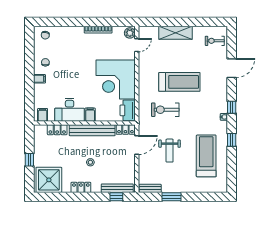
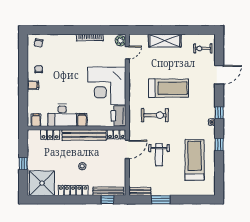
exercise bike: (165, 110) -> (155, 115), turned 180
locker: (81, 187) -> (73, 190), width x1.53

